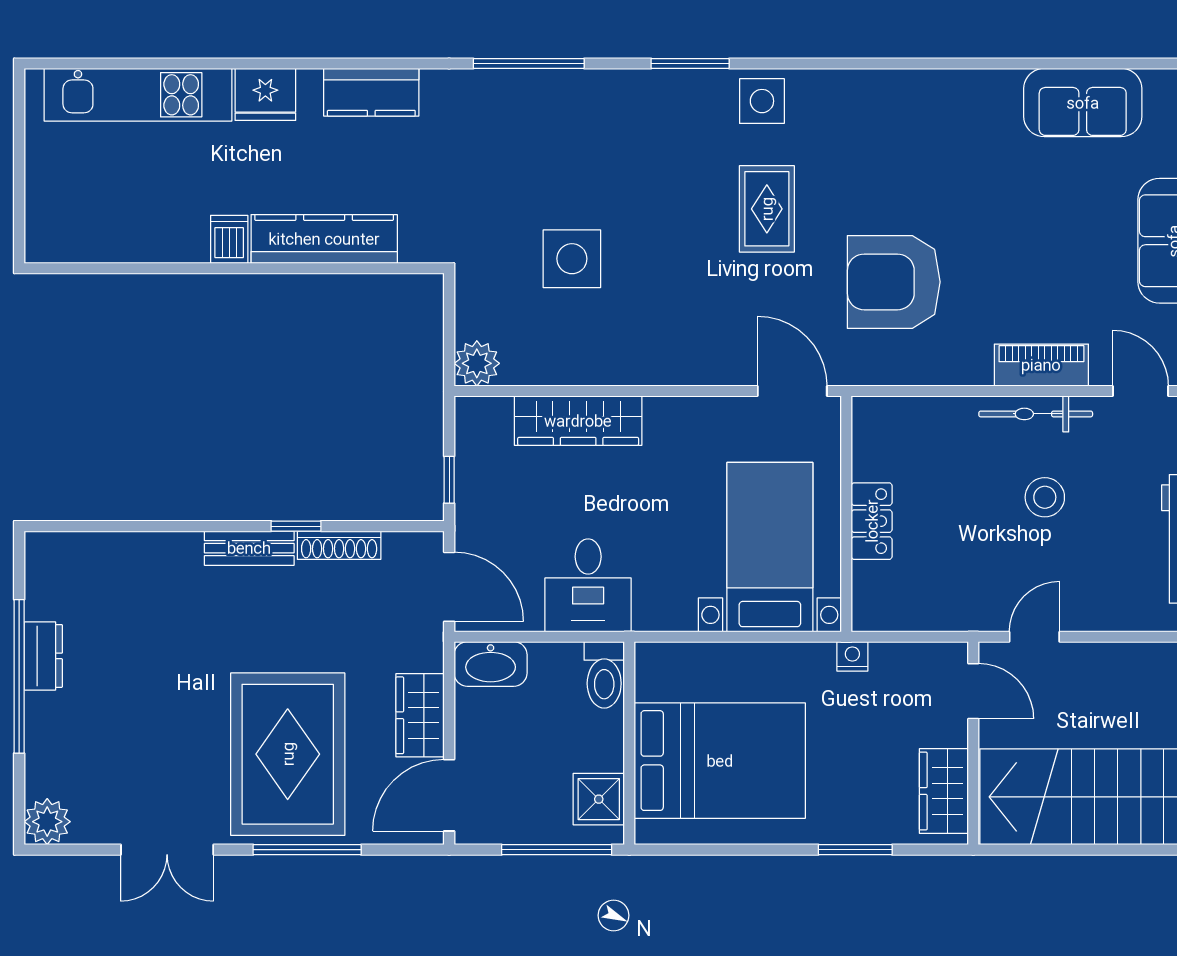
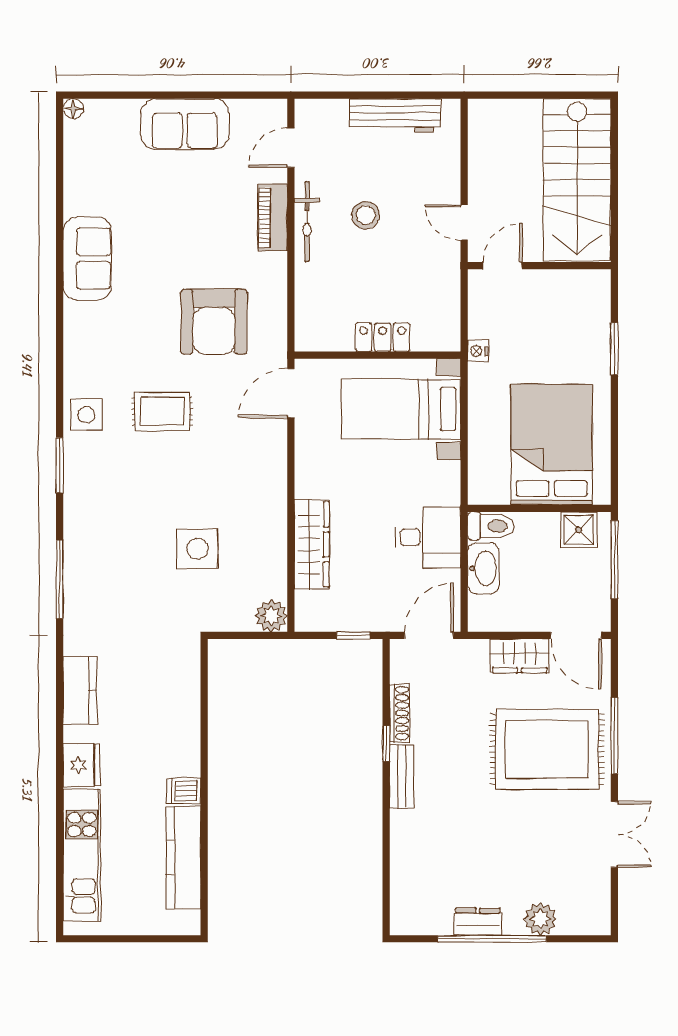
sofa: (1083, 103) -> (87, 258), moved
kitchen counter: (324, 239) -> (183, 858), moved
washbasin: (491, 664) -> (483, 568), moved
wardrobe: (944, 791) -> (573, 286), removed
plant: (47, 822) -> (540, 919), moved

